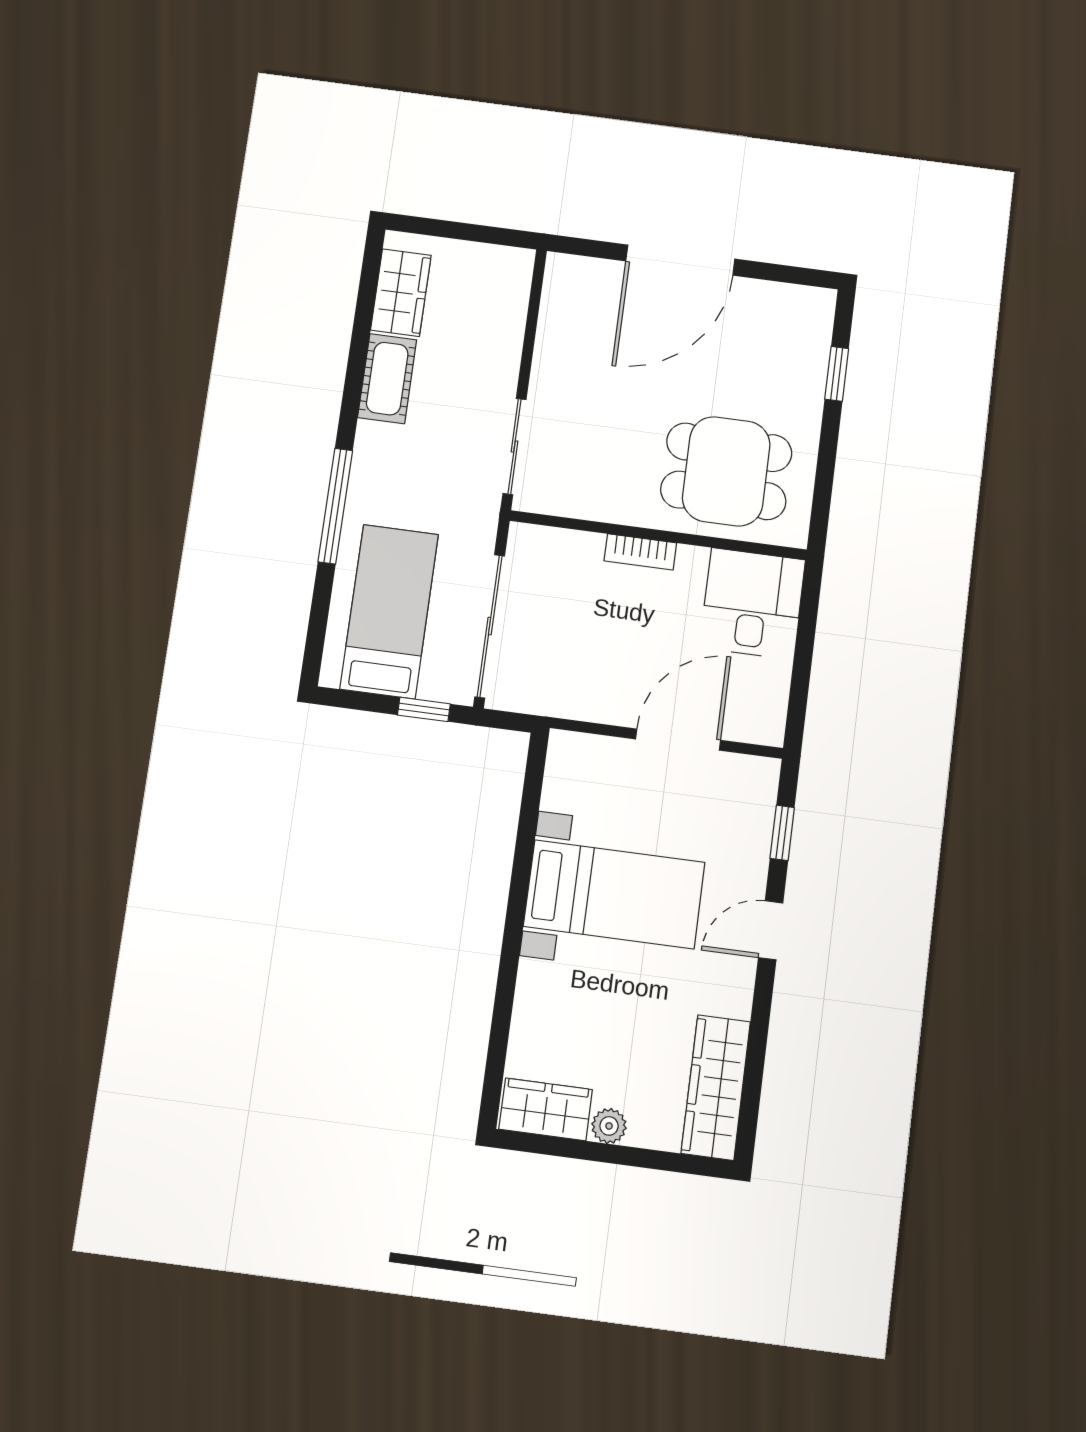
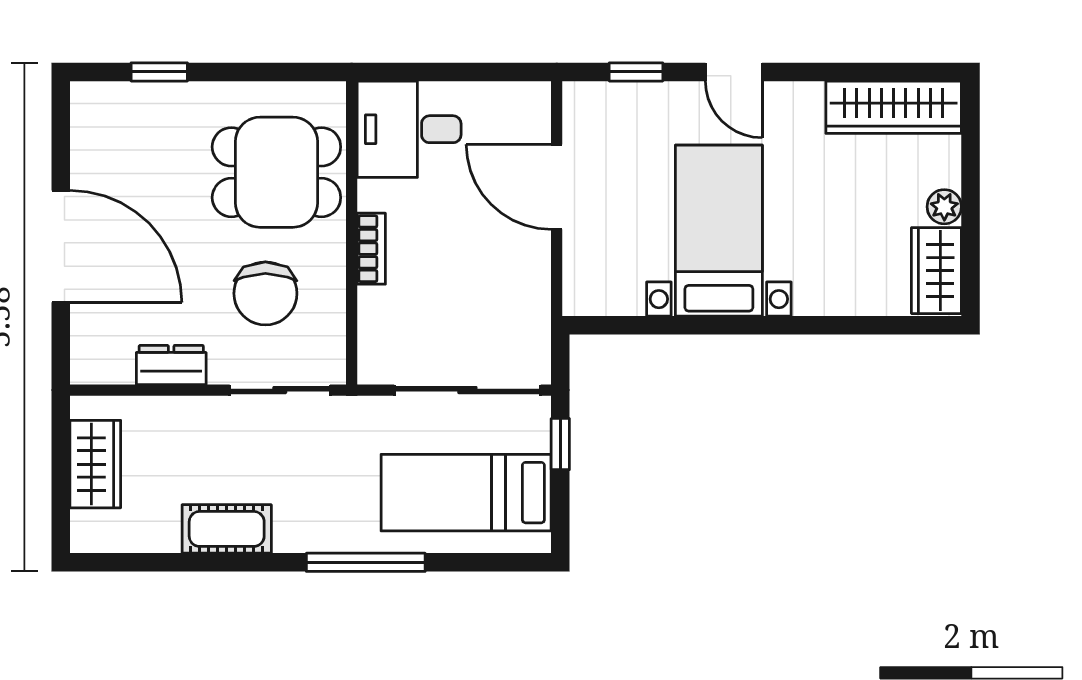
wardrobe: (401, 293) -> (95, 464), moved, turned 90
dresser: (553, 348) -> (171, 365), added
chair: (610, 445) -> (265, 293), added
dining table: (726, 471) -> (276, 172), turned 90

